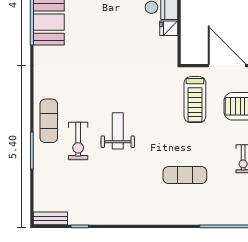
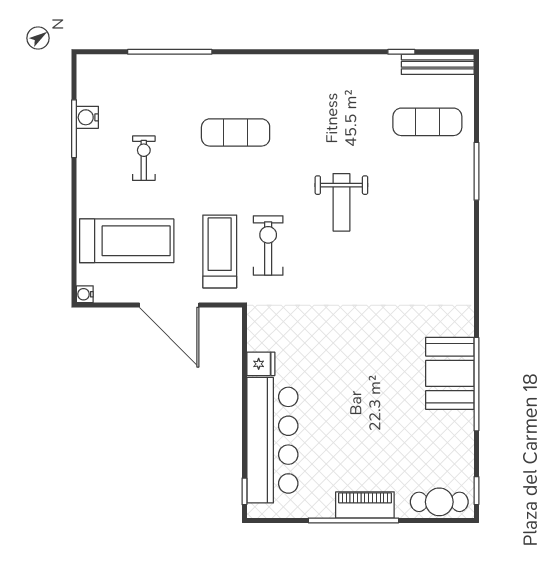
exercise mat: (49, 121) -> (427, 122), moved, turned 90
exercise bike: (78, 141) -> (268, 245), moved
bench: (50, 218) -> (438, 64), width x1.36

